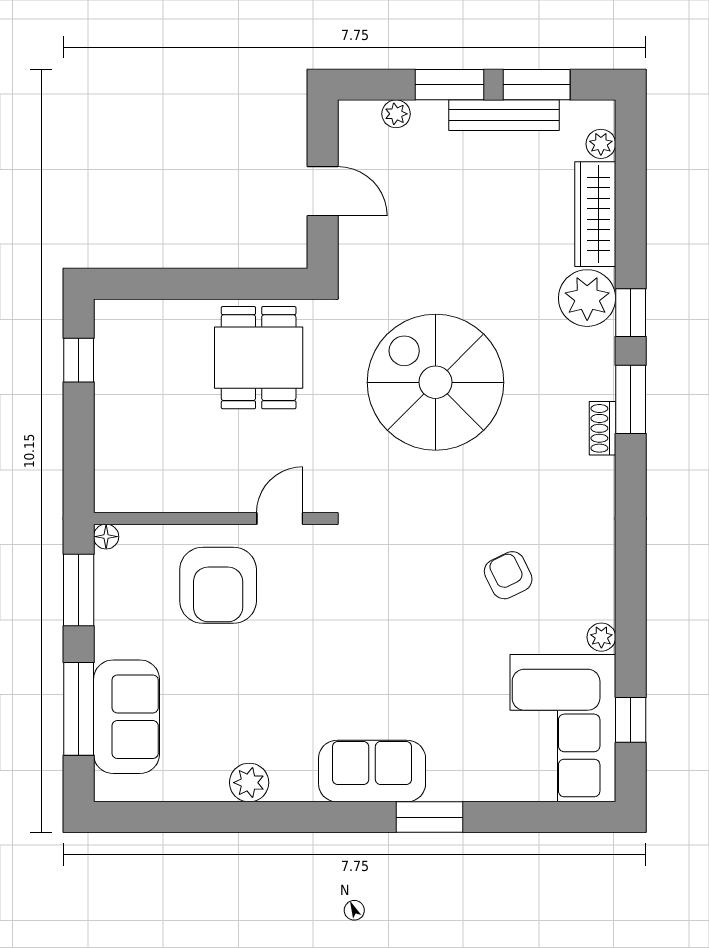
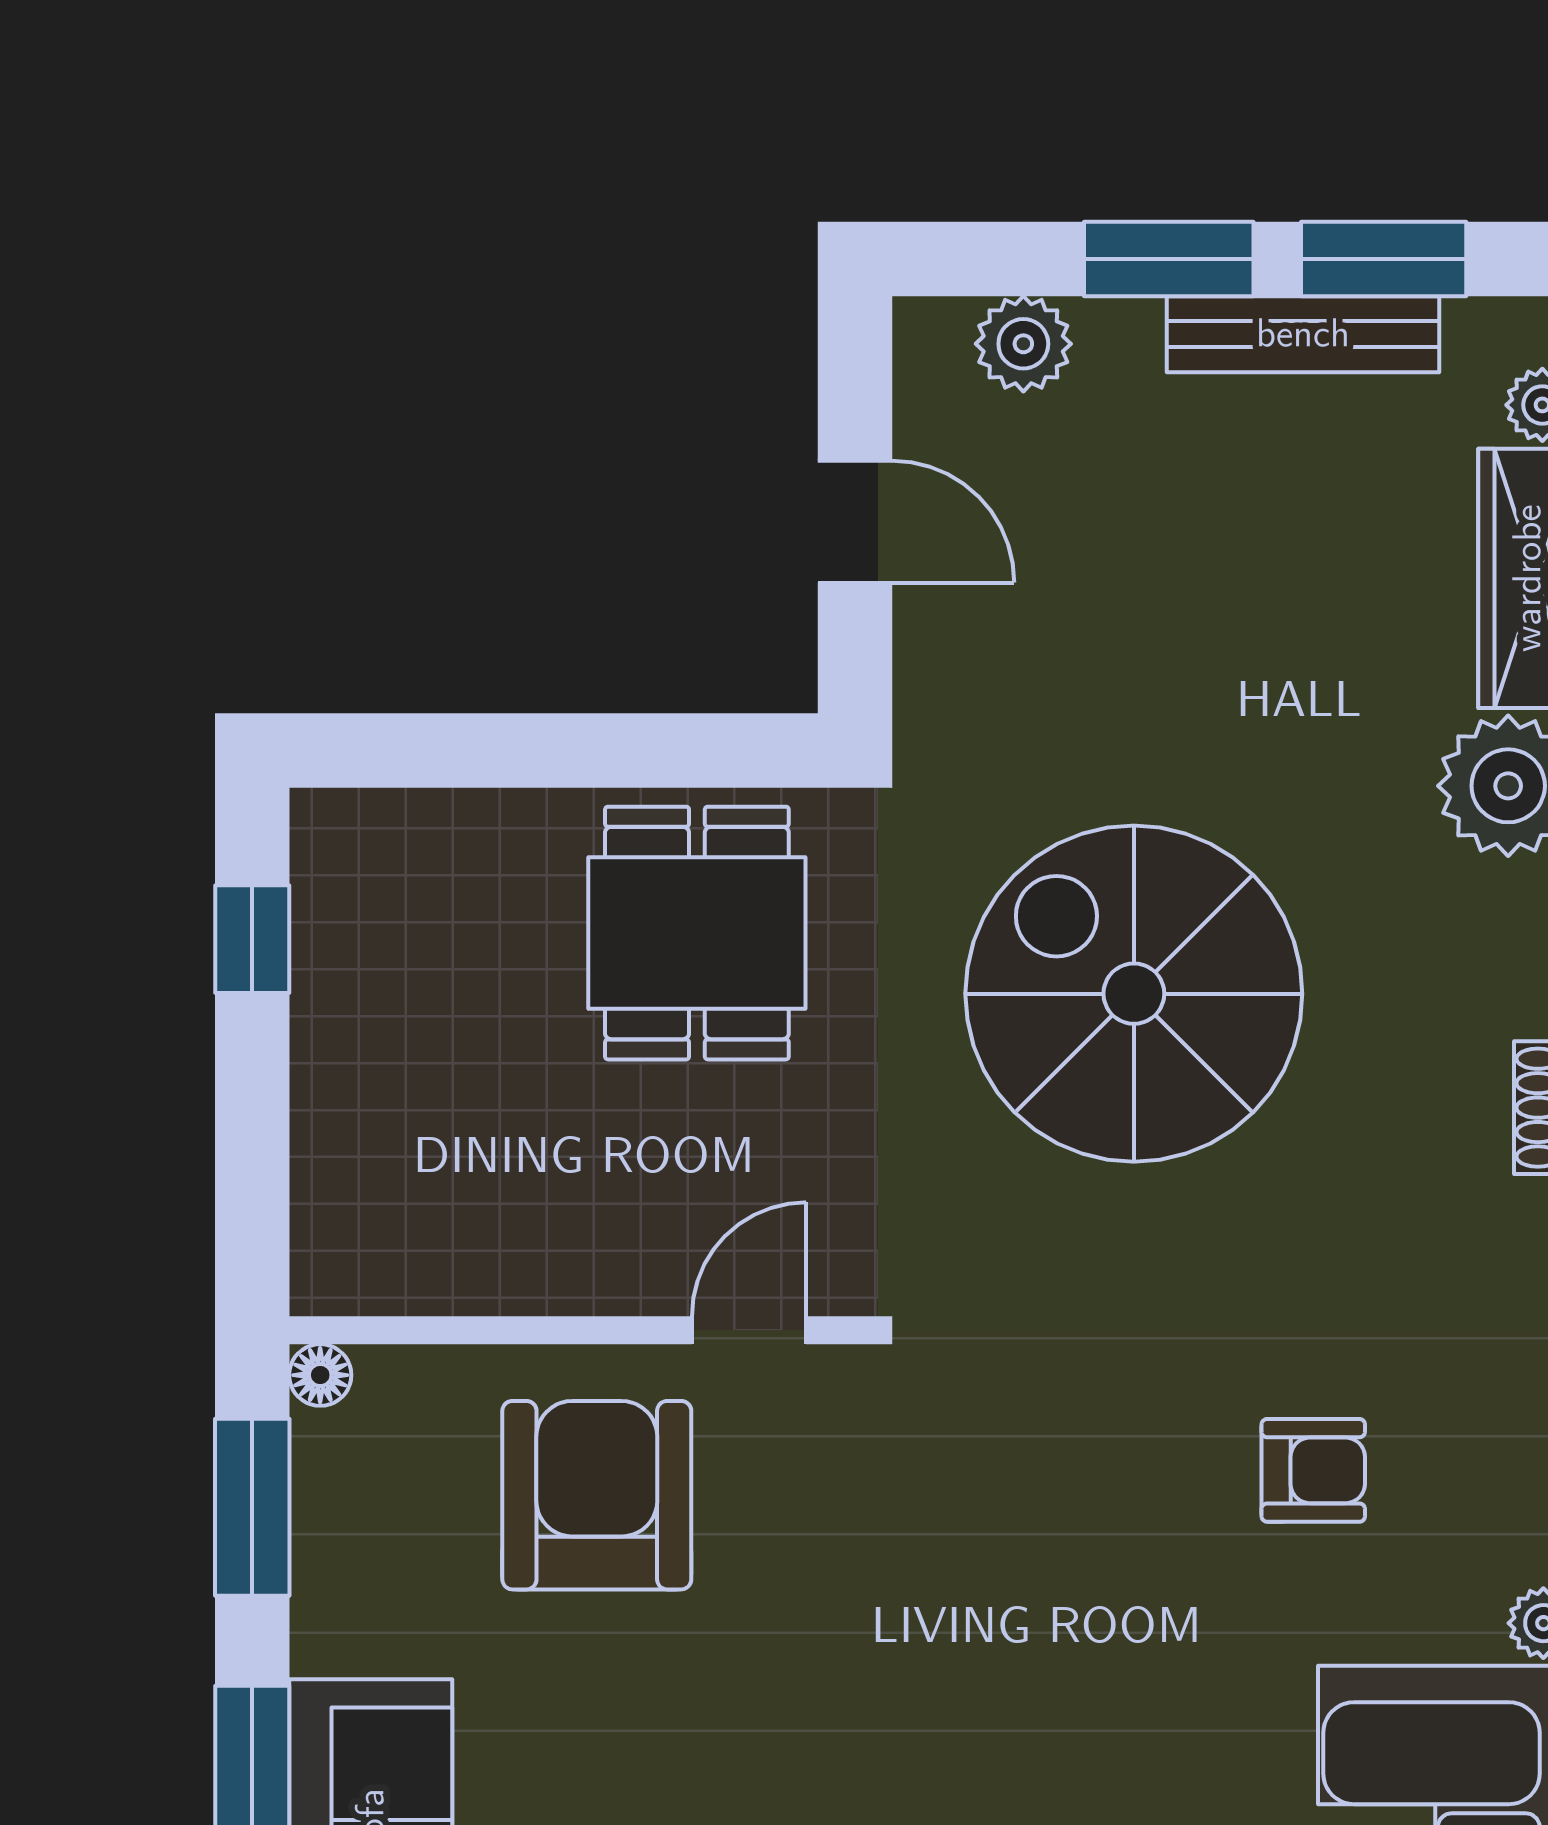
plant: (396, 114) -> (1023, 344), width x1.38, depth x1.38
armchair: (508, 575) -> (1313, 1470), turned 116
armchair: (218, 585) -> (597, 1495), turned 180

